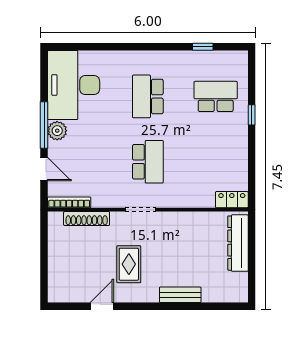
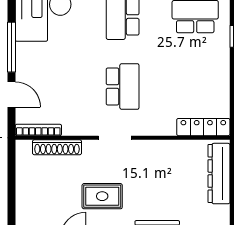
plant: (57, 131) -> (26, 53), removed
locker: (232, 200) -> (203, 127), width x1.53
rug: (129, 264) -> (102, 196), turned 90

